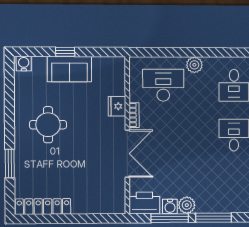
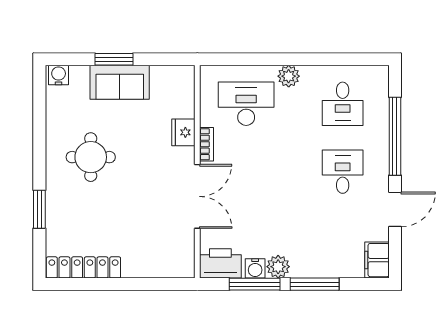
window: (65, 52) -> (114, 59), width x1.50

